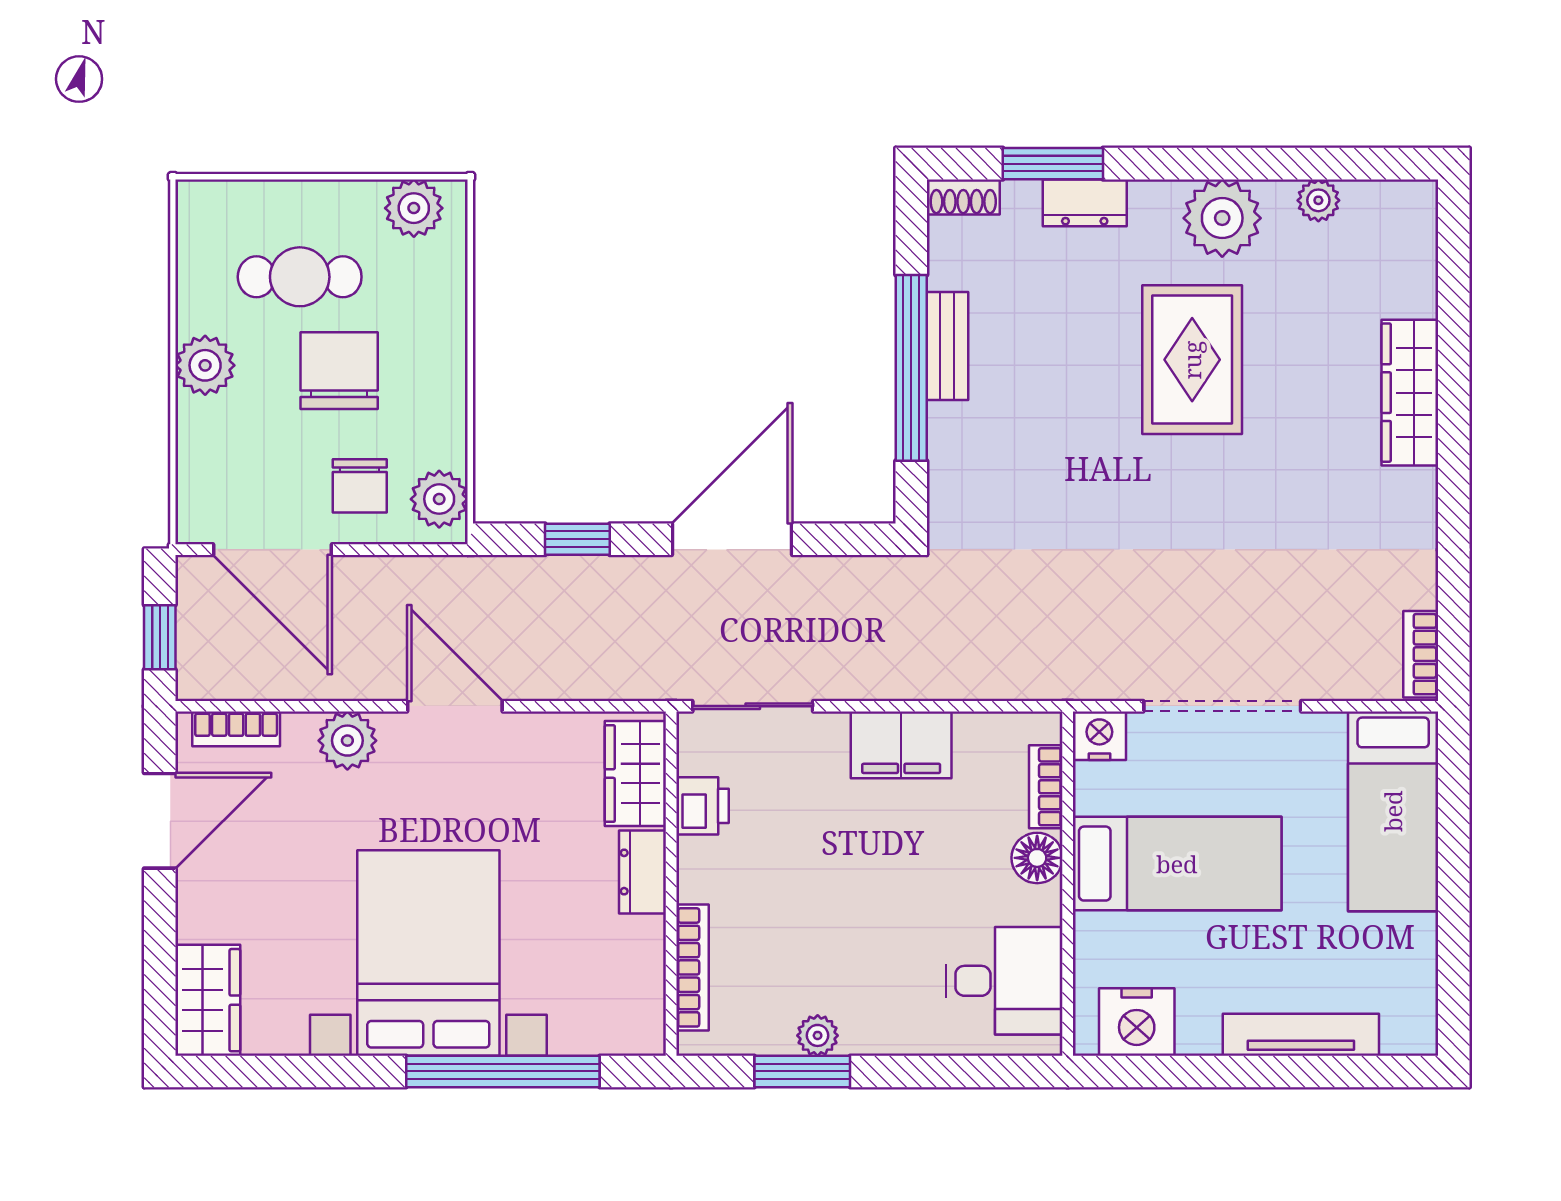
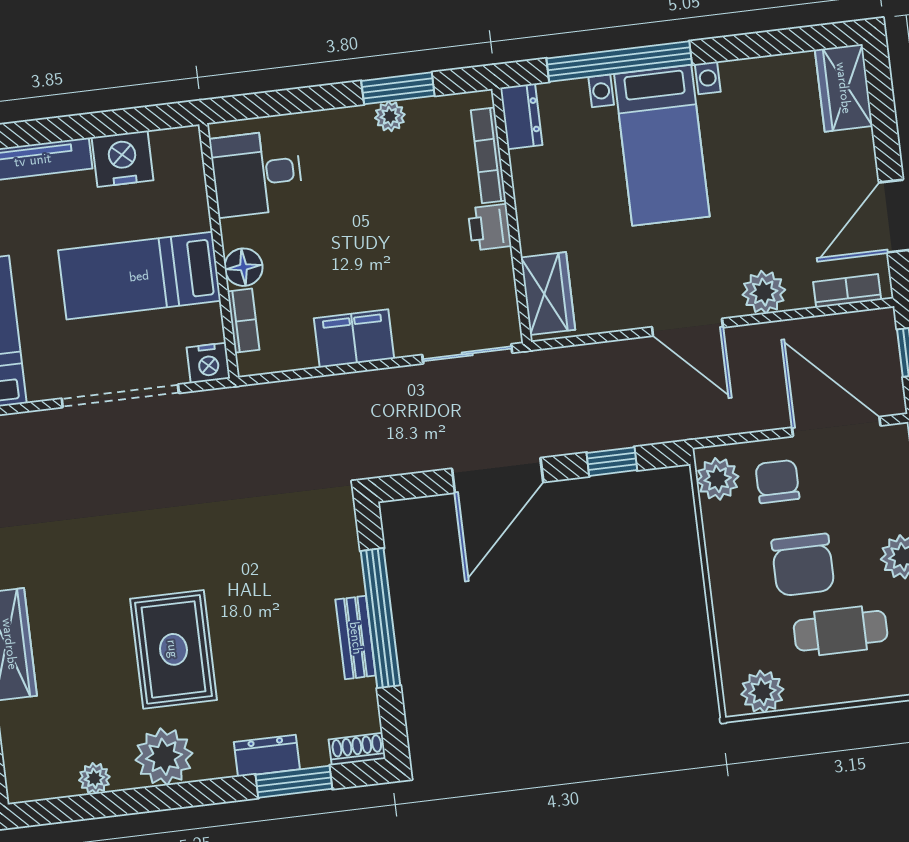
printer: (703, 806) -> (490, 227), moved
dresser: (642, 872) -> (521, 116), moved
bed with nightstands: (428, 953) -> (662, 145), width x0.73
nightstand: (1137, 1022) -> (122, 159), moved

